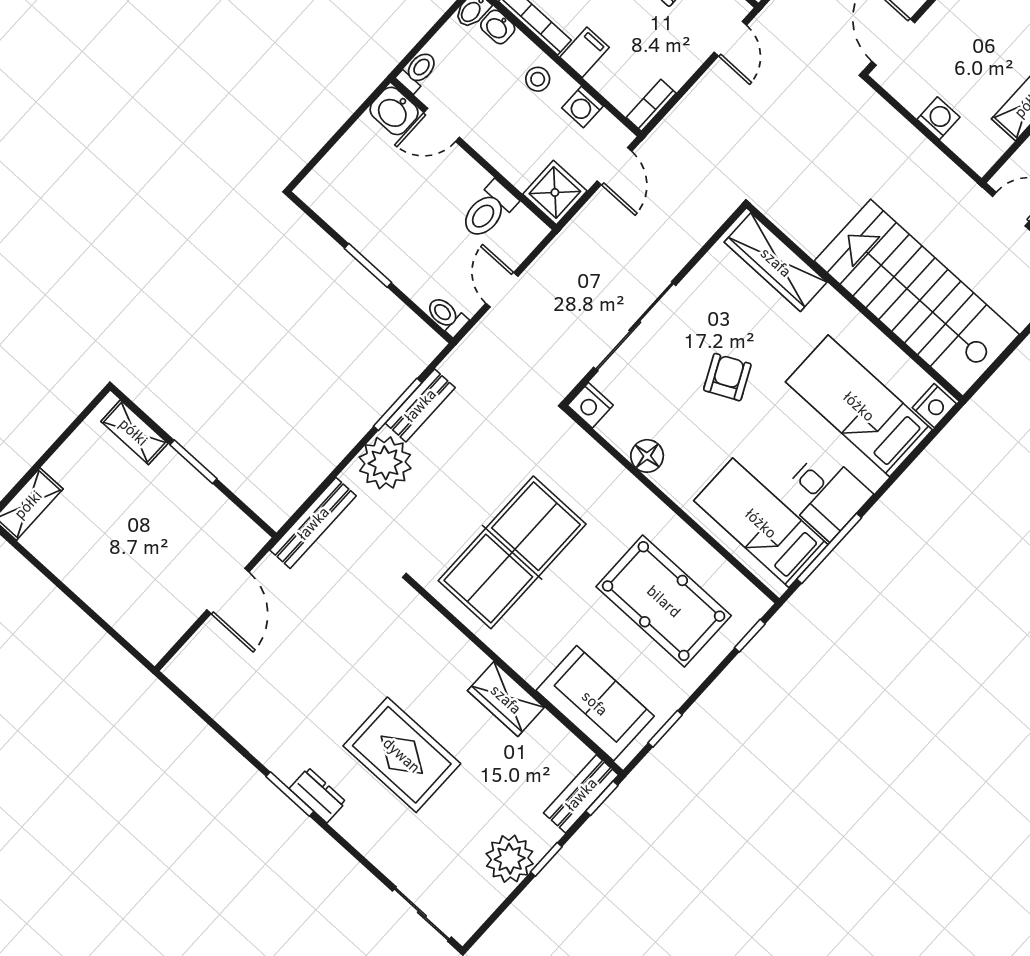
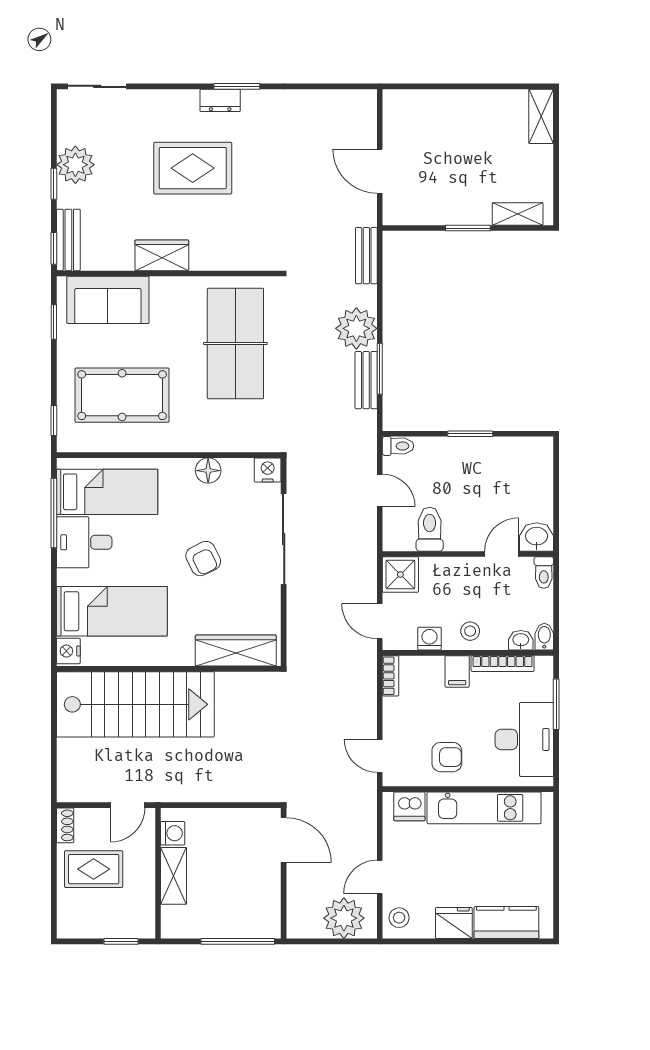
washing machine: (938, 118) -> (173, 833), moved, turned -90
bench: (313, 523) -> (366, 256), width x0.73

